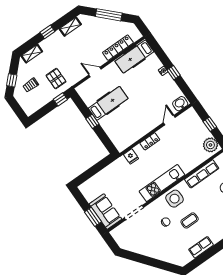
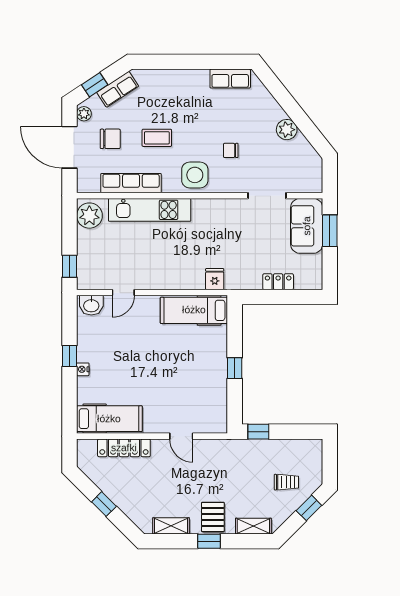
window: (109, 15) -> (104, 504), width x0.46
pallet: (56, 79) -> (213, 517), moved
hospital bed: (108, 103) -> (194, 310), moved
window: (210, 124) -> (69, 266), moved
locker: (150, 141) -> (278, 282), moved
kitchen unit: (162, 183) -> (150, 210), moved
coffee table: (190, 220) -> (157, 138), moved
row of seats: (201, 247) -> (230, 79), moved
plant: (146, 250) -> (287, 130), added

